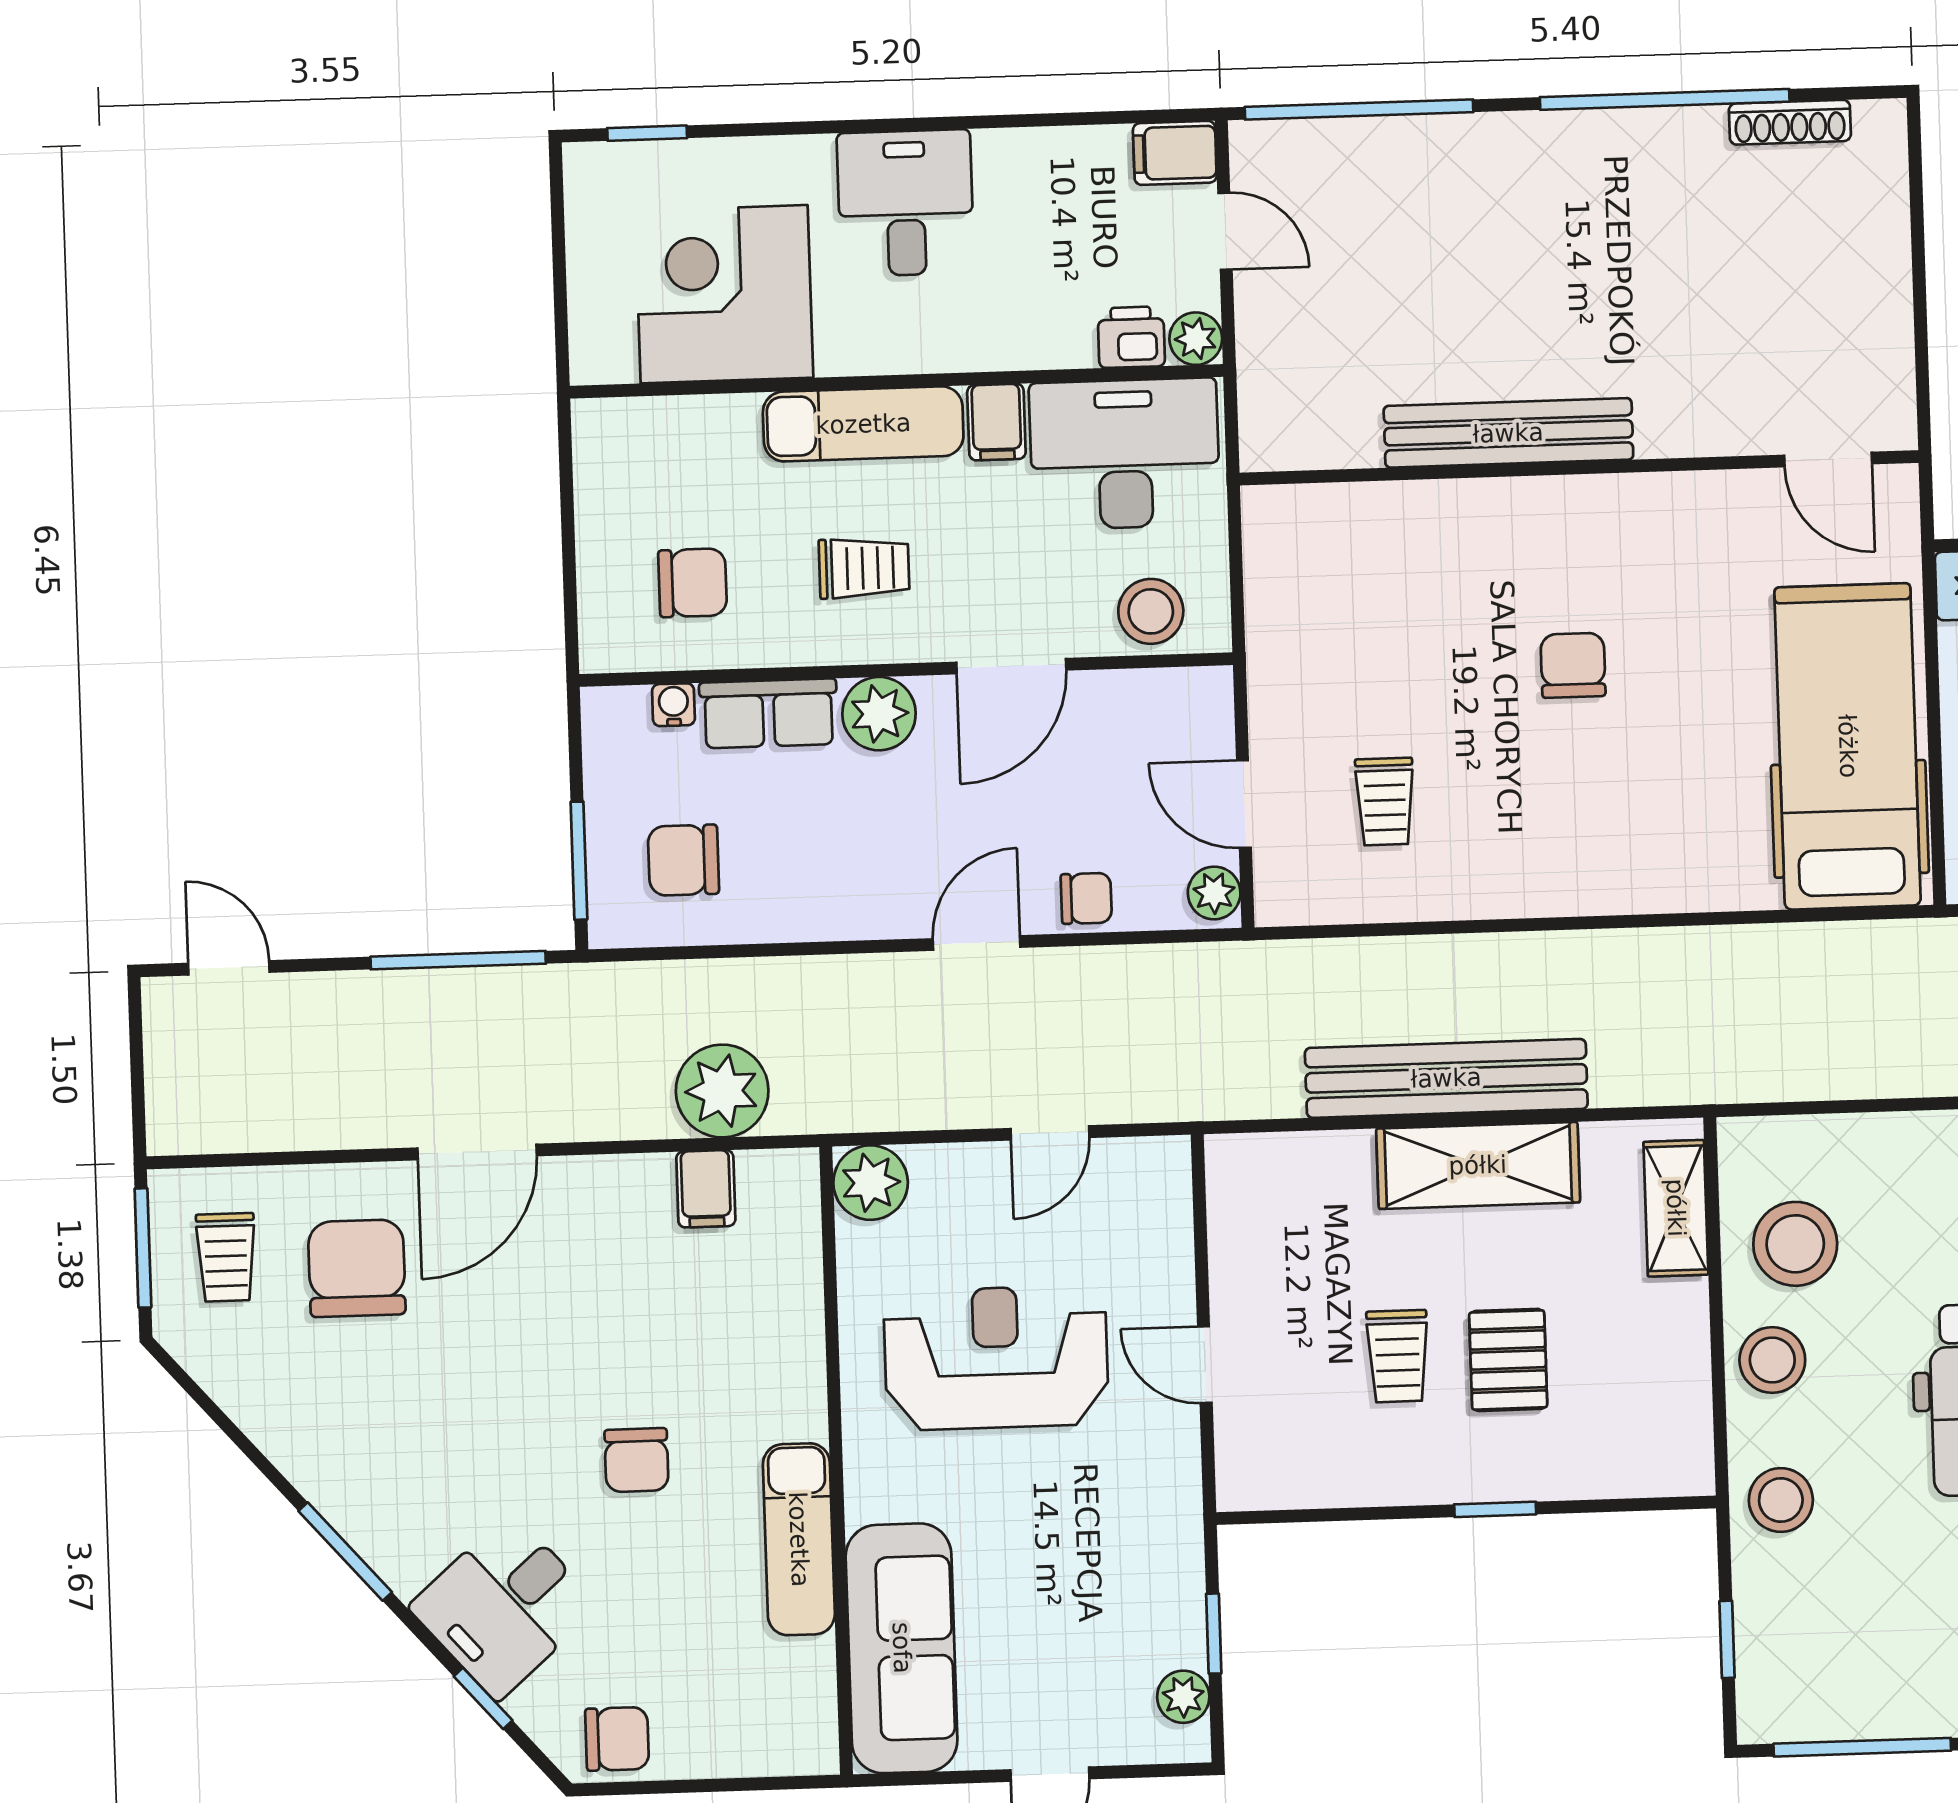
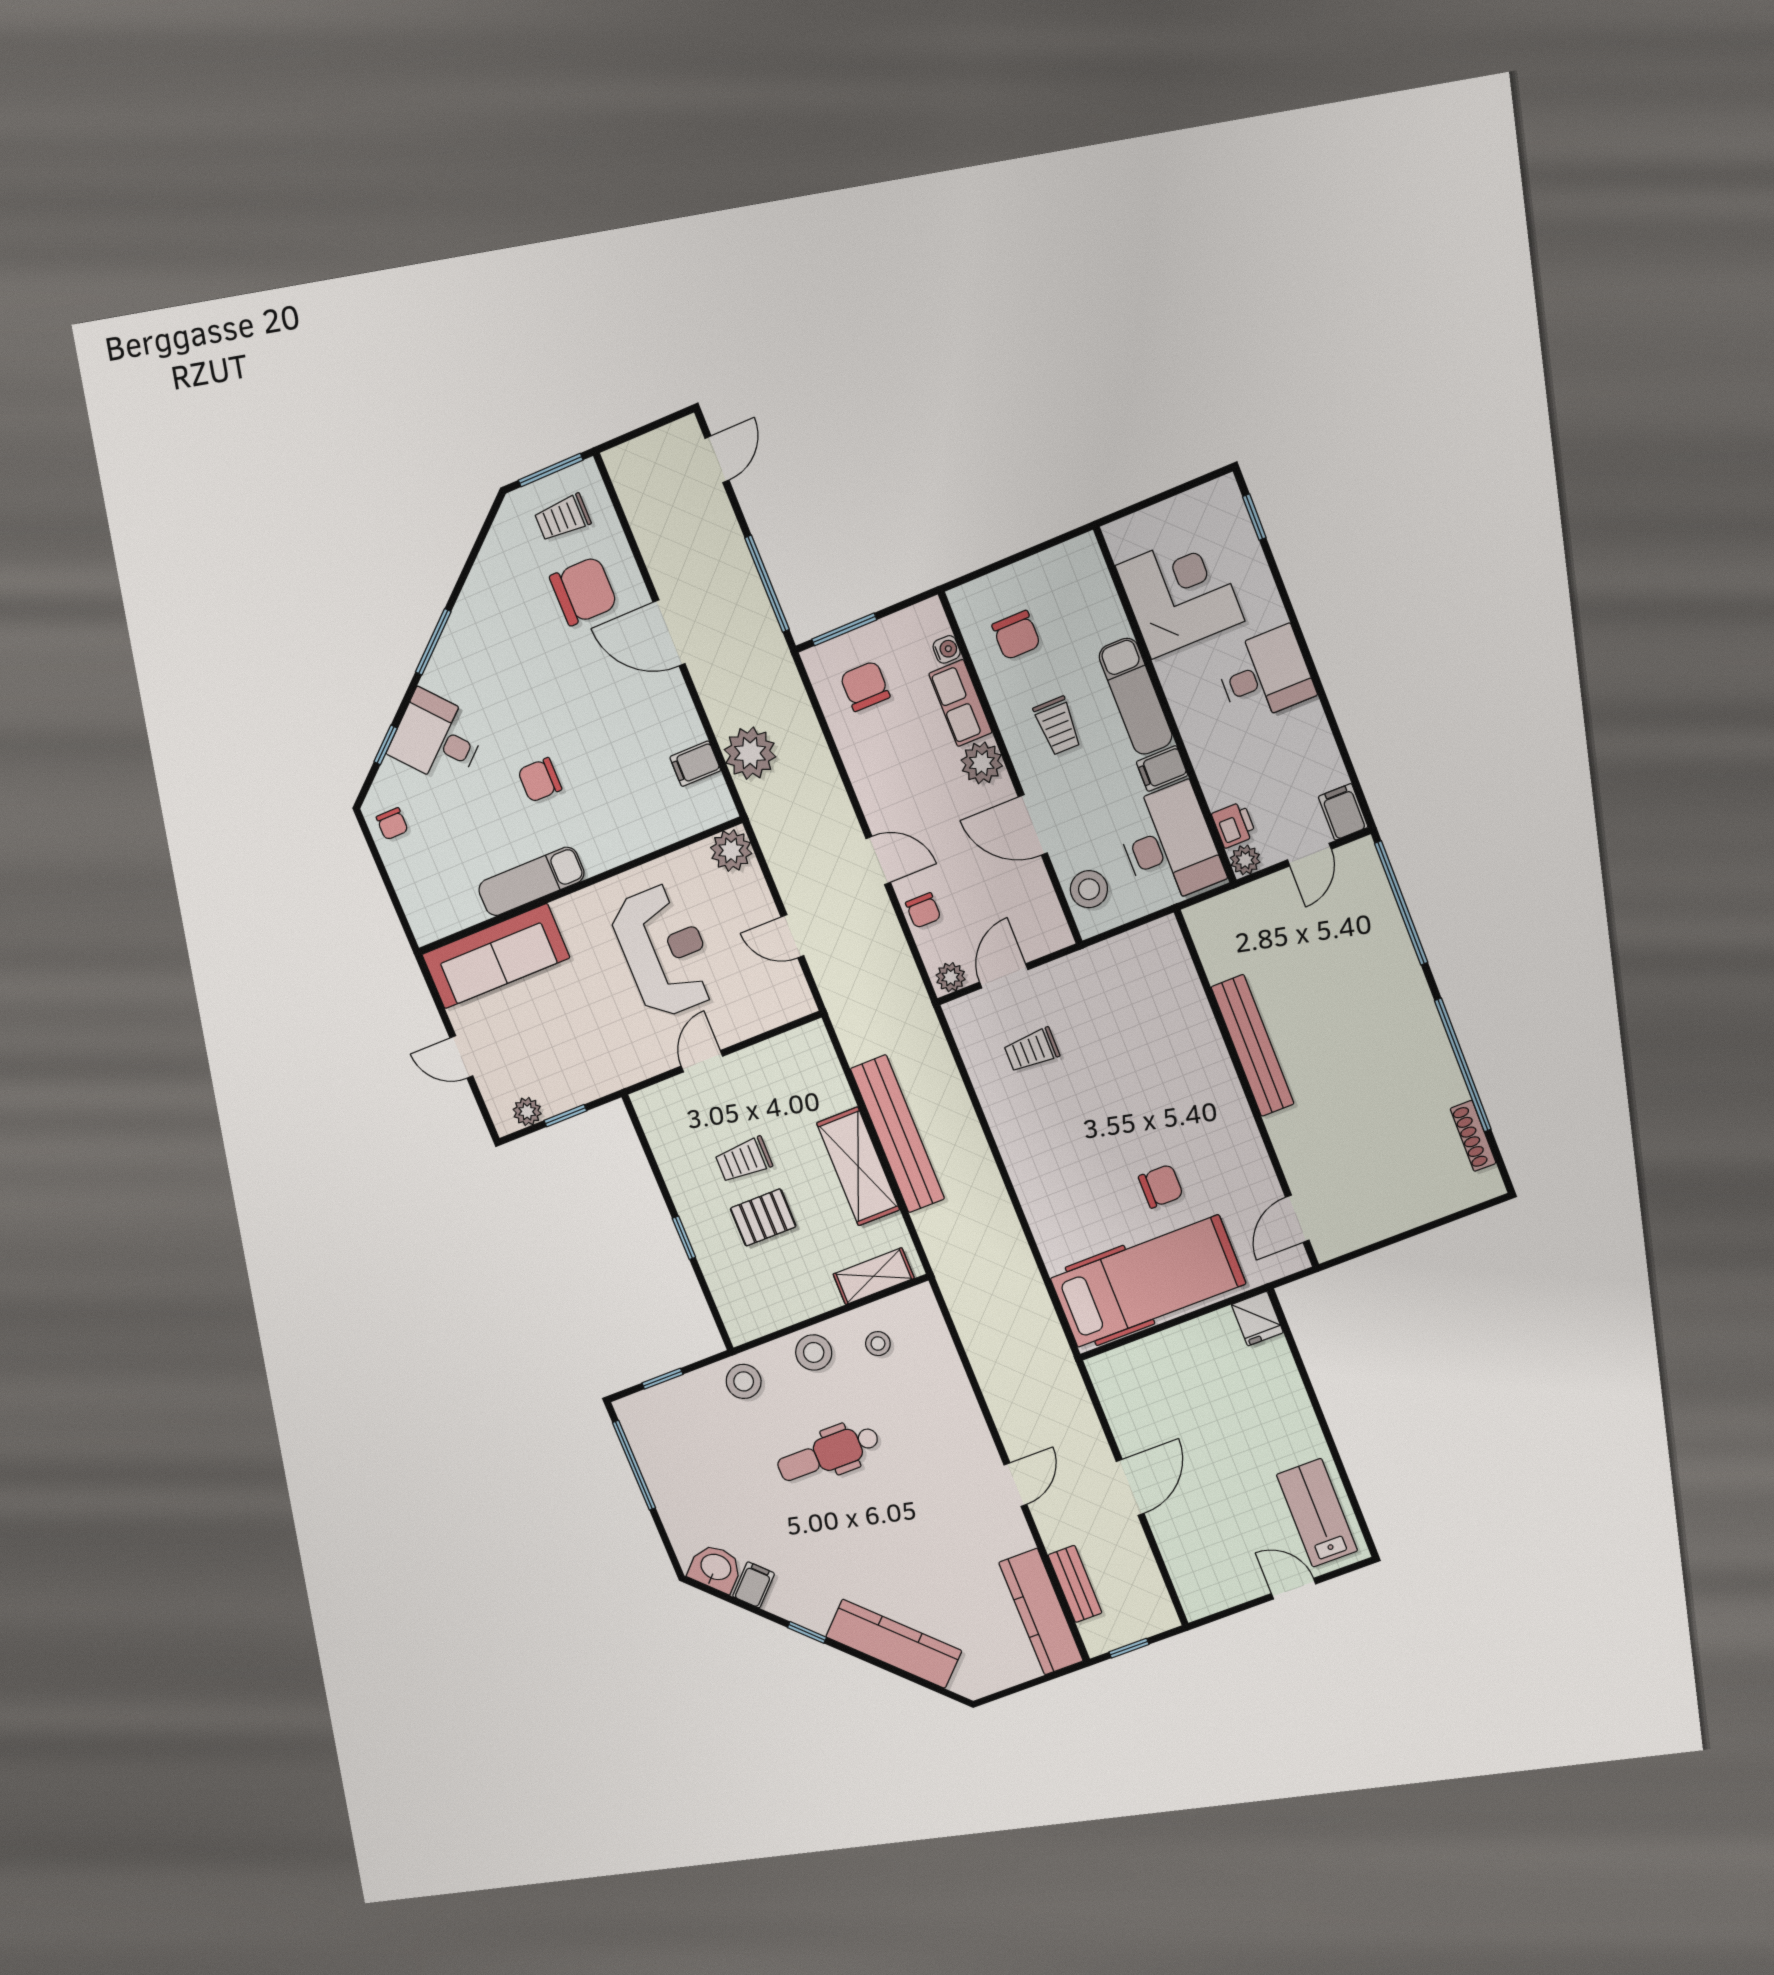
chair: (1573, 665) -> (1161, 1186), moved
stool: (1795, 1244) -> (878, 1344), width x0.53, depth x0.53
chair: (617, 1739) -> (392, 824), width x0.73, depth x0.73

